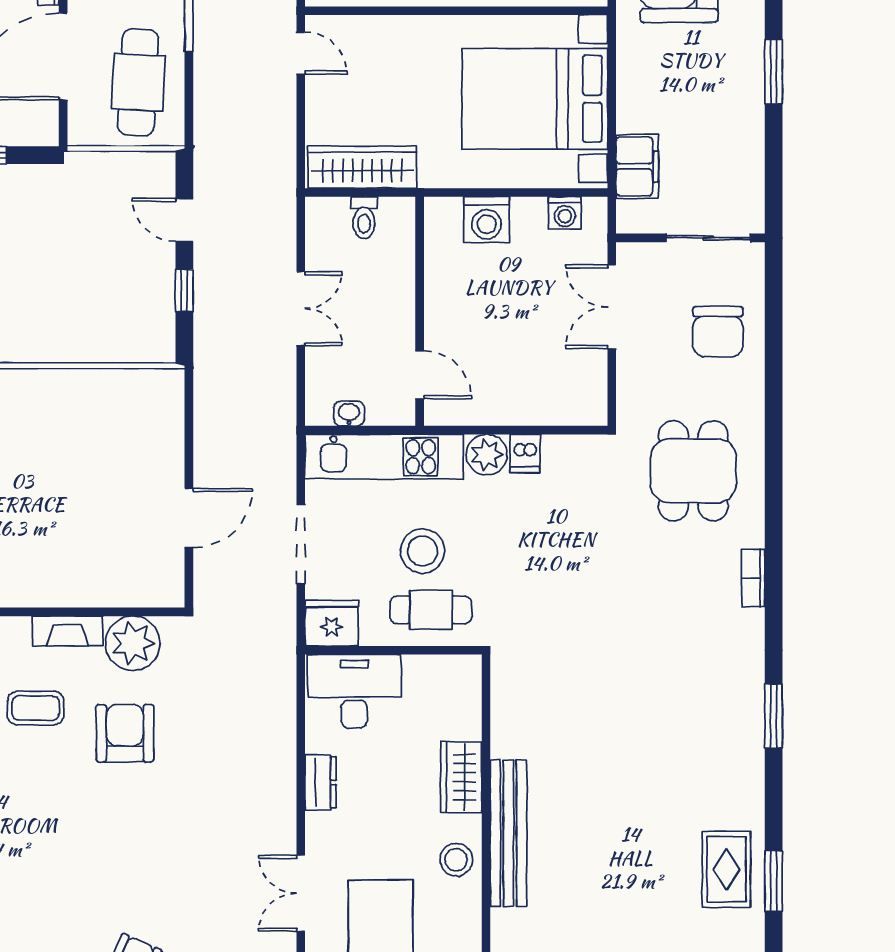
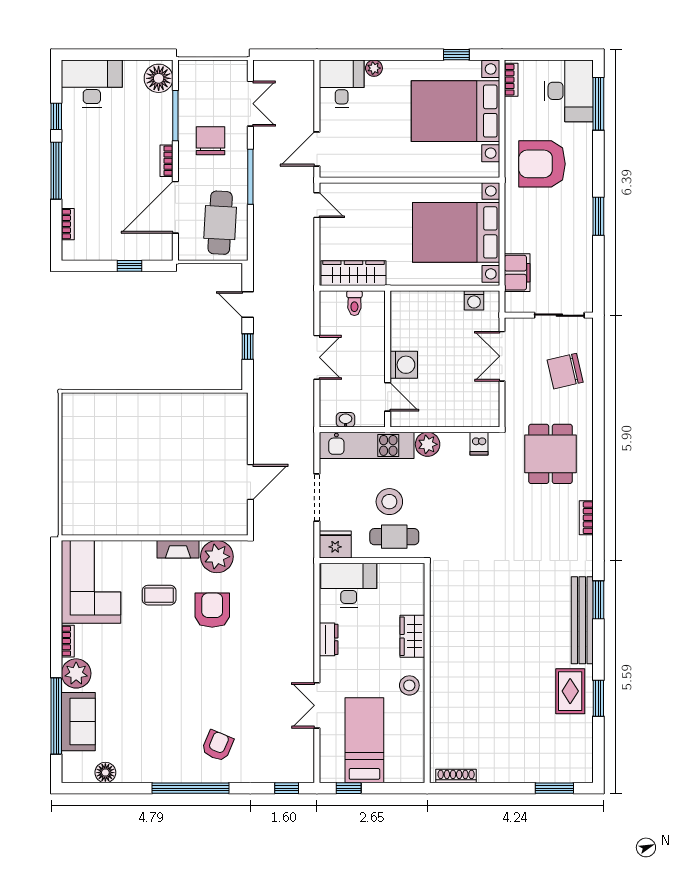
washing machine: (487, 220) -> (404, 365), moved, turned -90
chair: (718, 332) -> (565, 371), turned 77
dishwasher: (525, 454) -> (479, 444), moved
bench: (508, 833) -> (582, 620), moved

